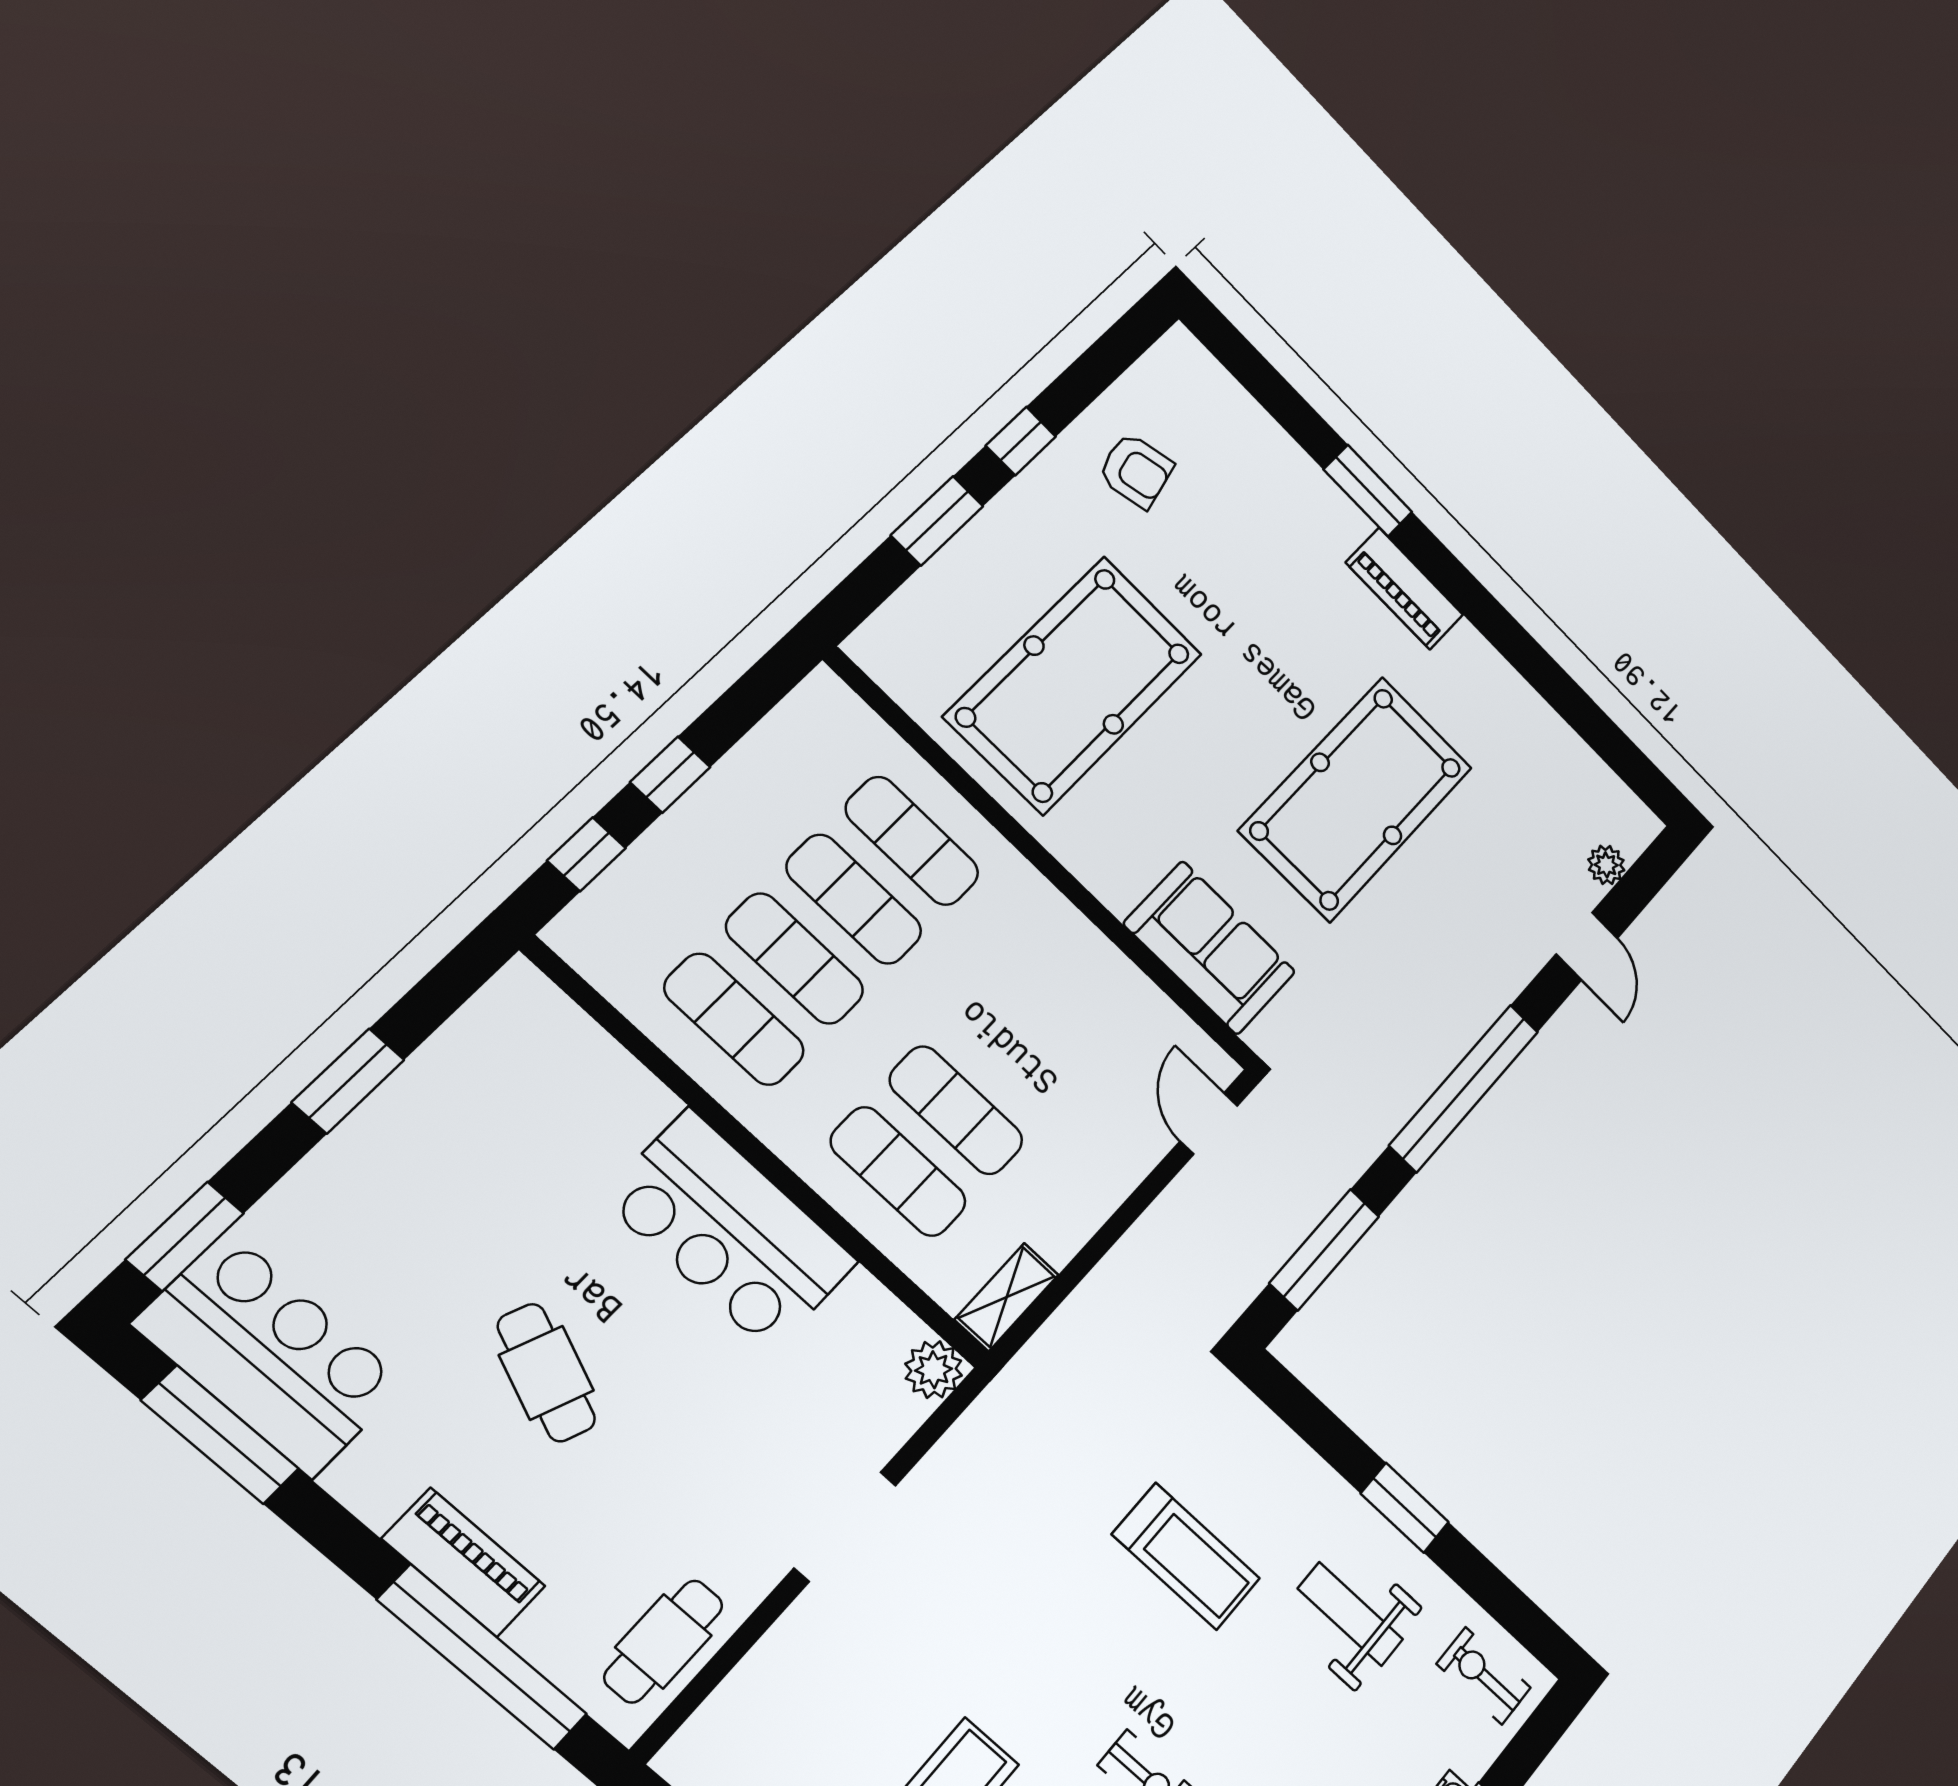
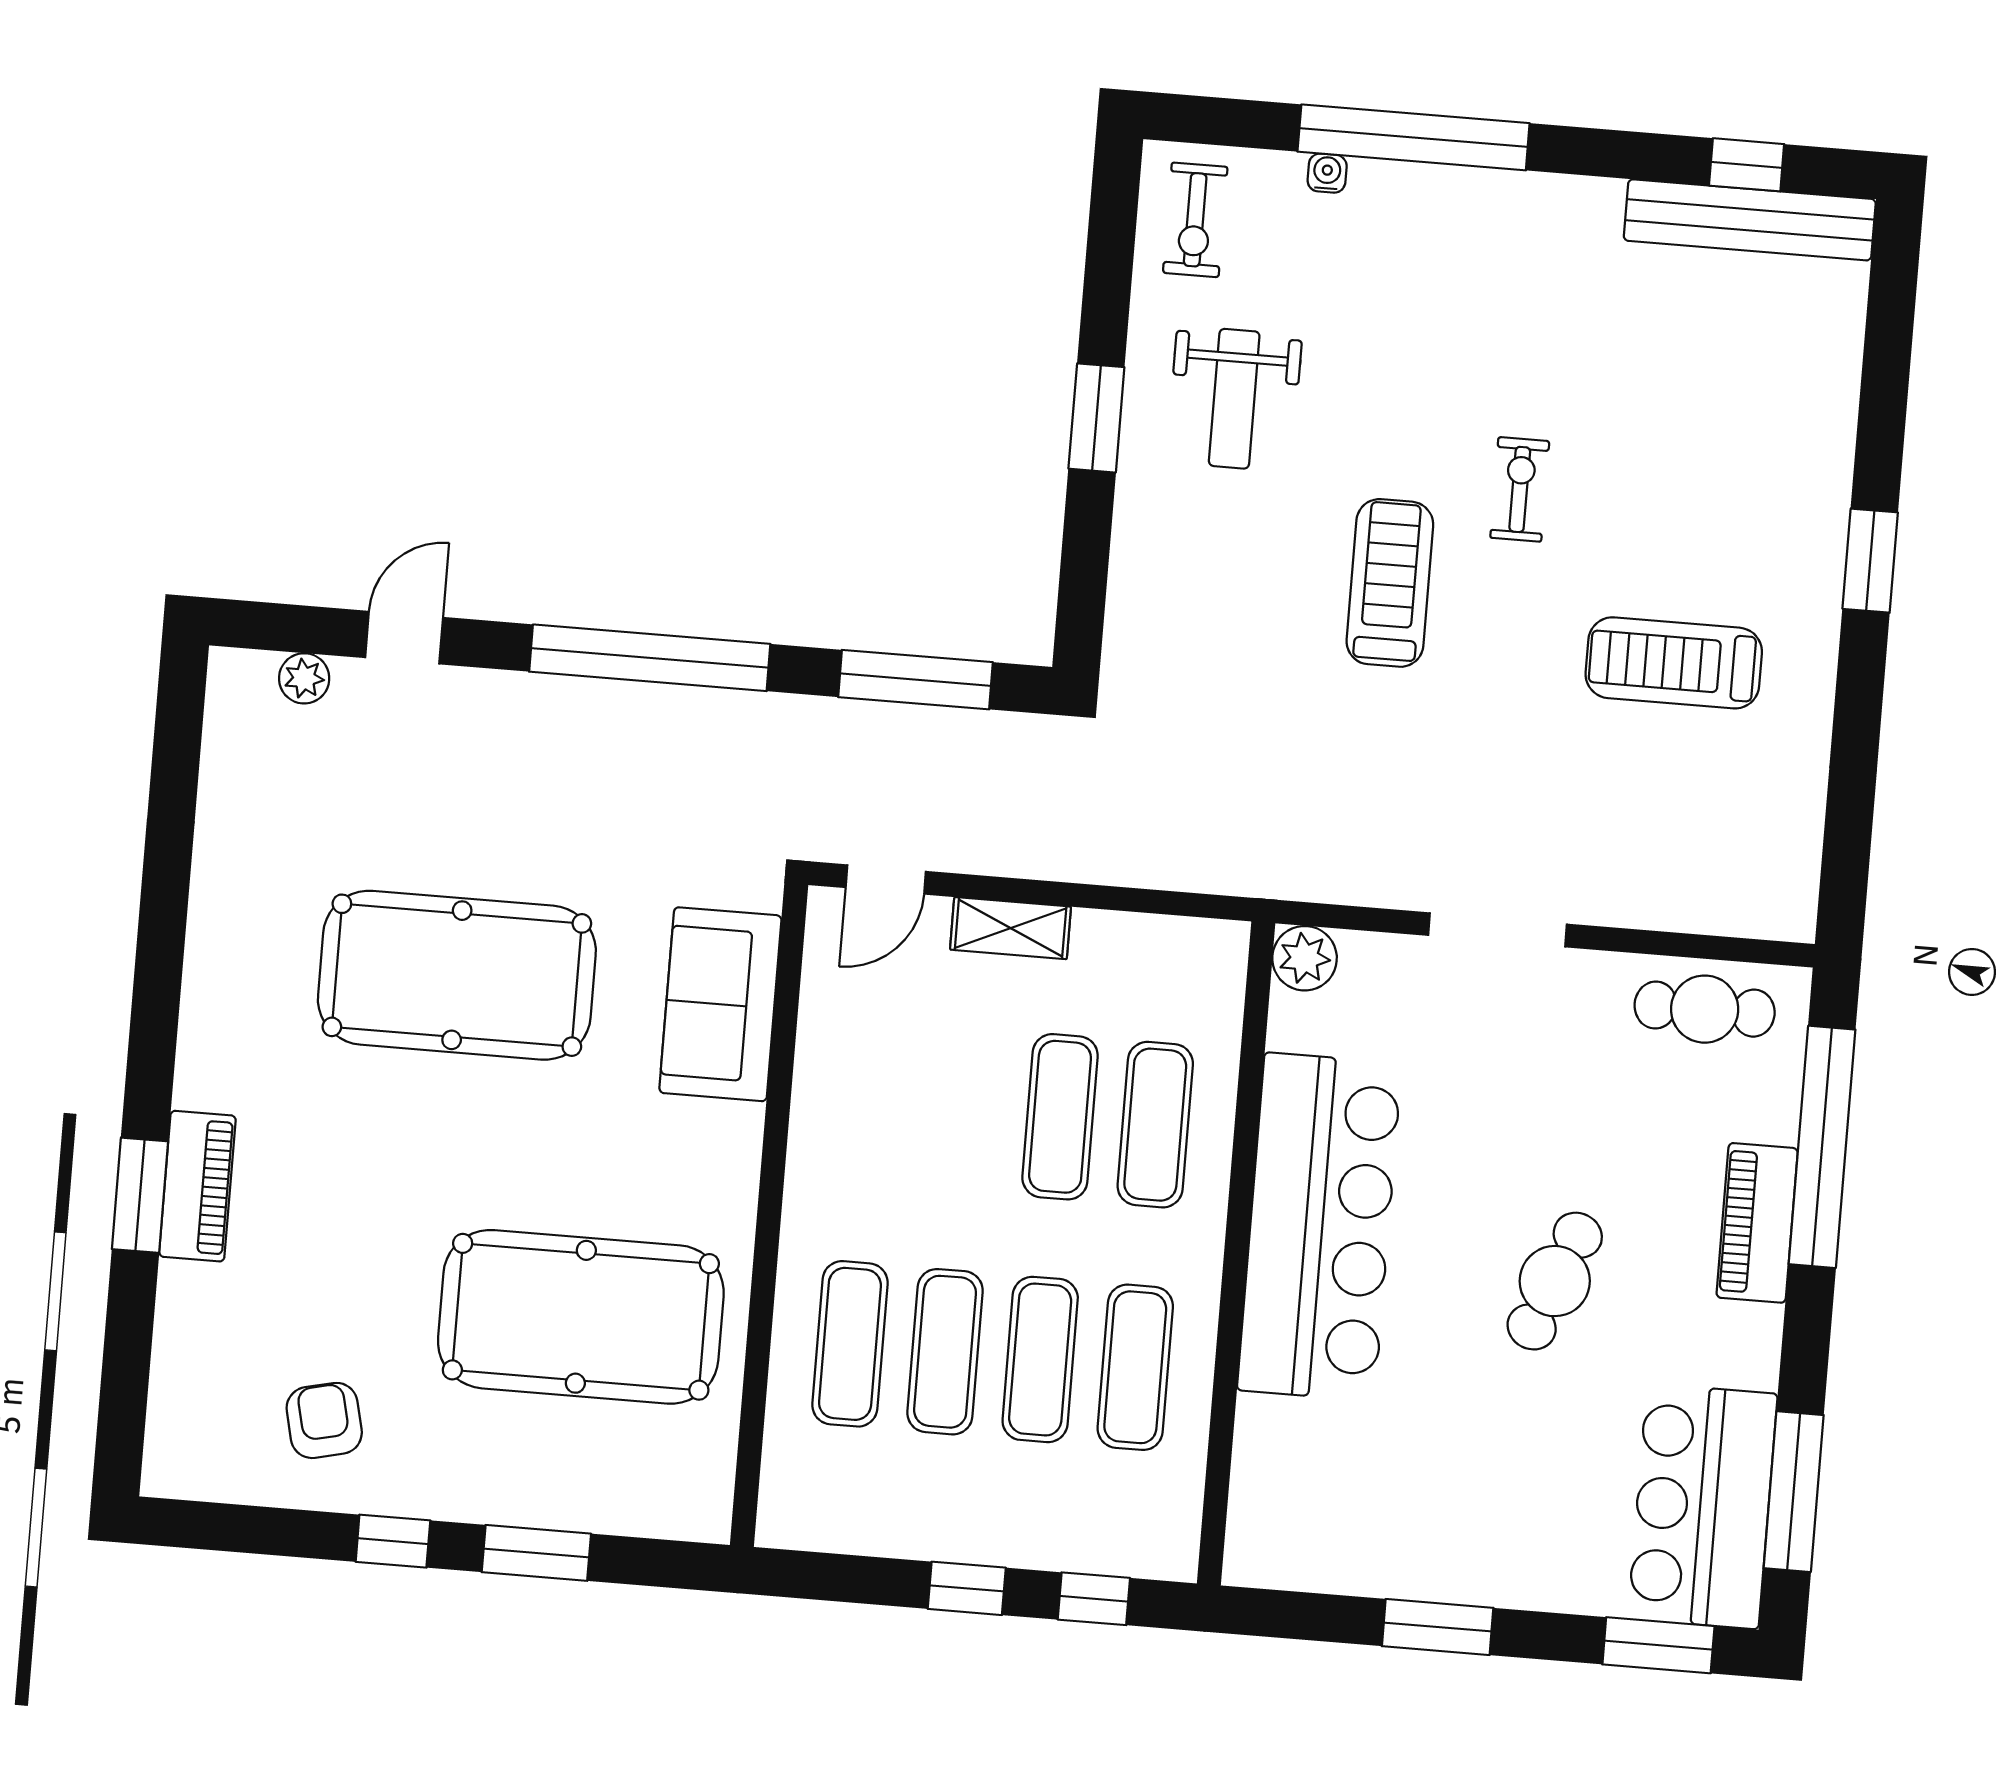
piano: (1405, 589) -> (197, 1186), moved
bar counter: (730, 1230) -> (1319, 1227), width x1.36
shelving: (1007, 1297) -> (1011, 928), moved
treadmill: (1186, 1556) -> (1390, 583), moved

